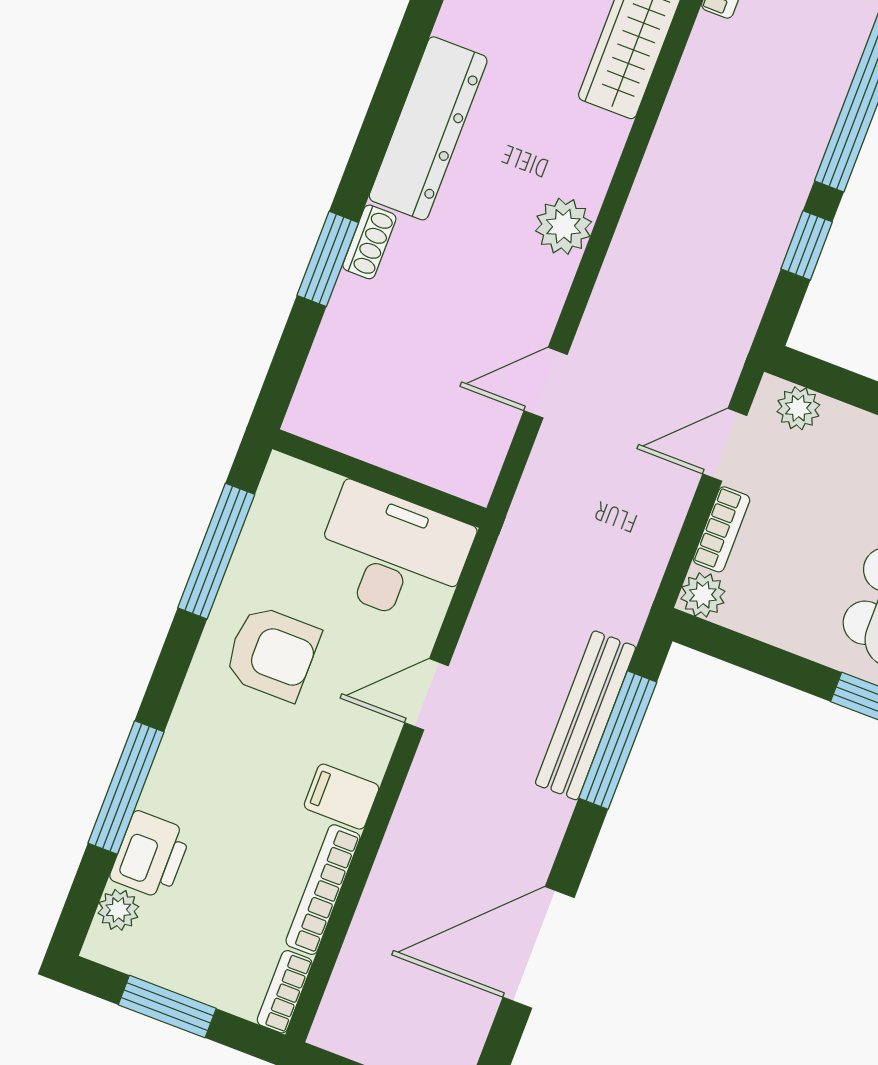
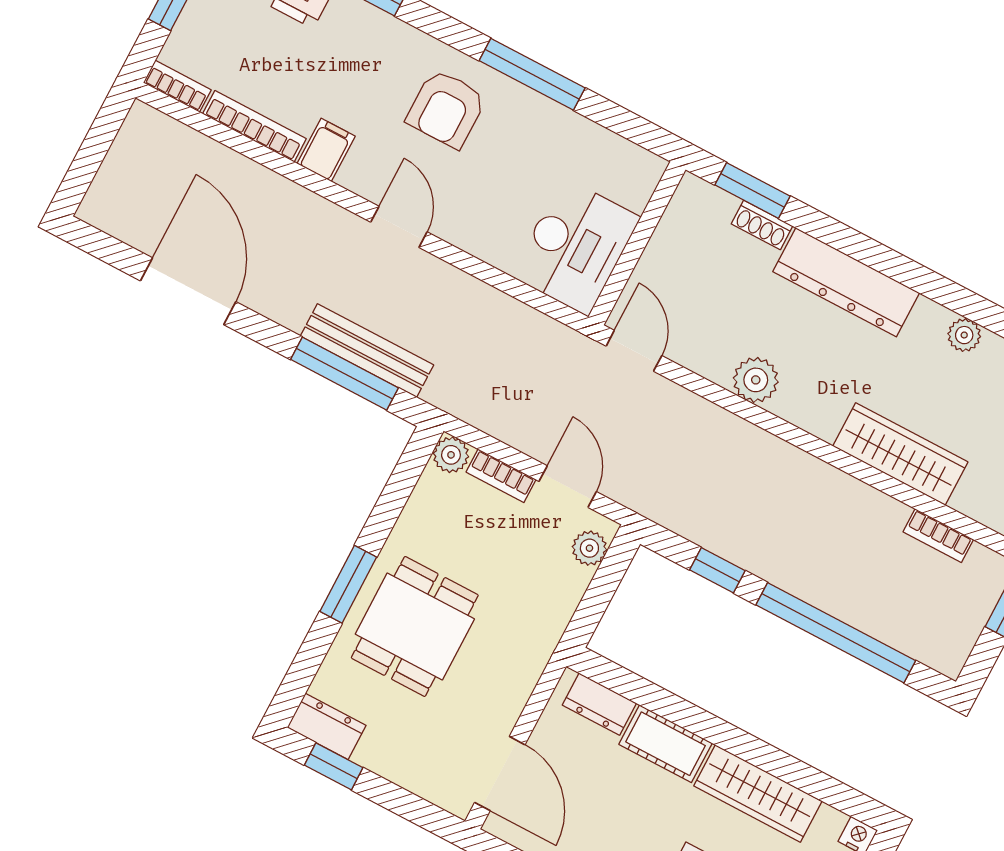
wall: (379, 479) -> (637, 243), moved
desk: (392, 555) -> (576, 247), moved

